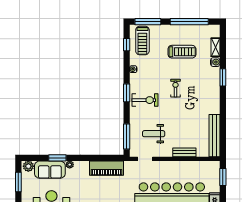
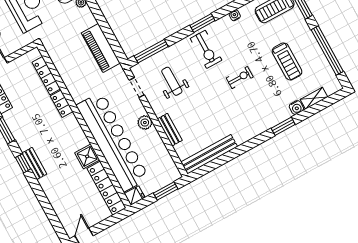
plant: (171, 166) -> (145, 123), added

